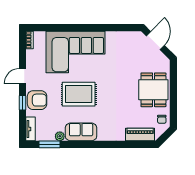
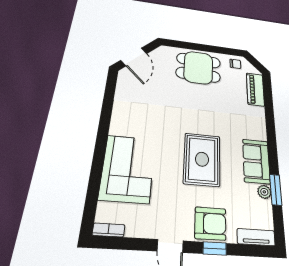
door: (155, 41) -> (134, 57), swing flipped
corner sofa: (76, 52) -> (128, 168), width x0.73, depth x0.74
armchair: (37, 100) -> (210, 223), turned 90
window: (50, 144) -> (276, 190), moved

